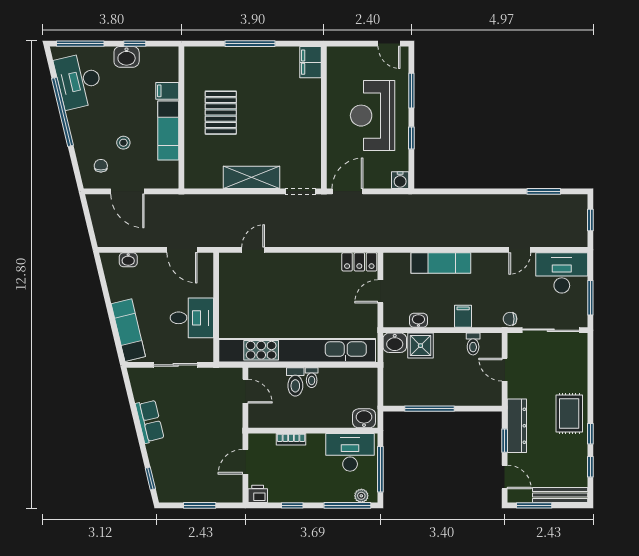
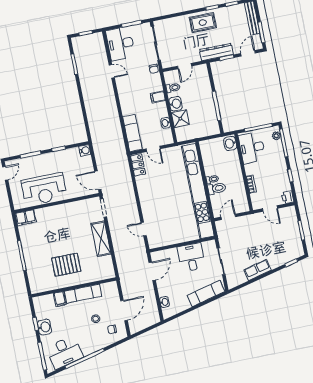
reception desk: (373, 116) -> (44, 189), moved
exam couch: (441, 263) -> (132, 133), moved
washbasin: (395, 343) -> (176, 104), moved

